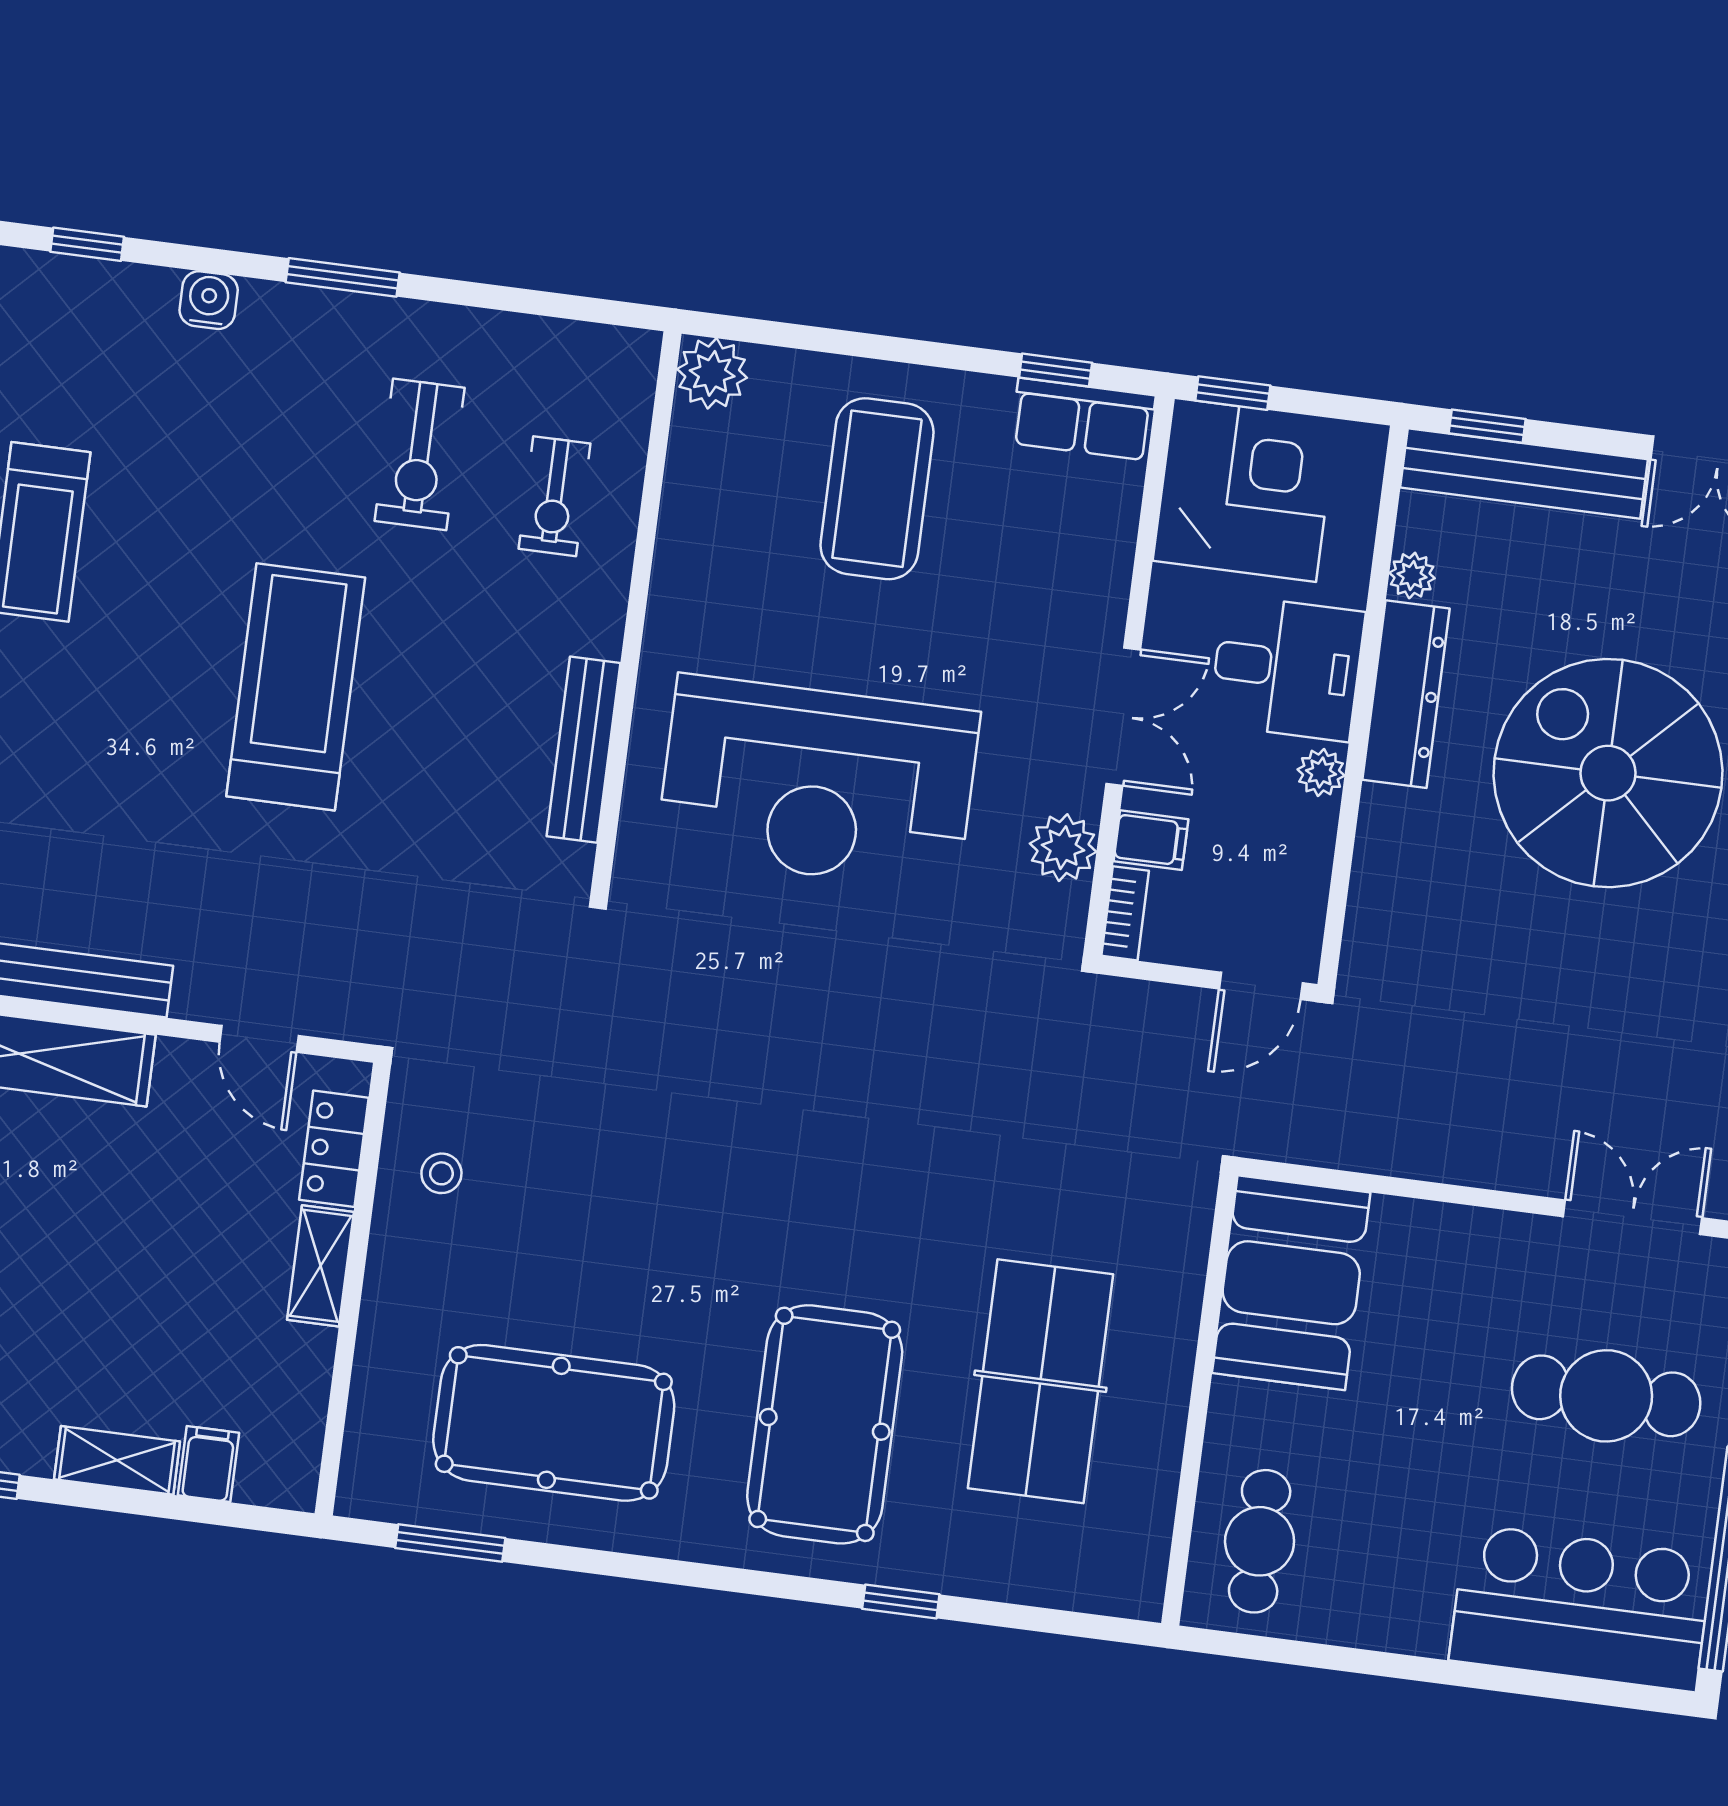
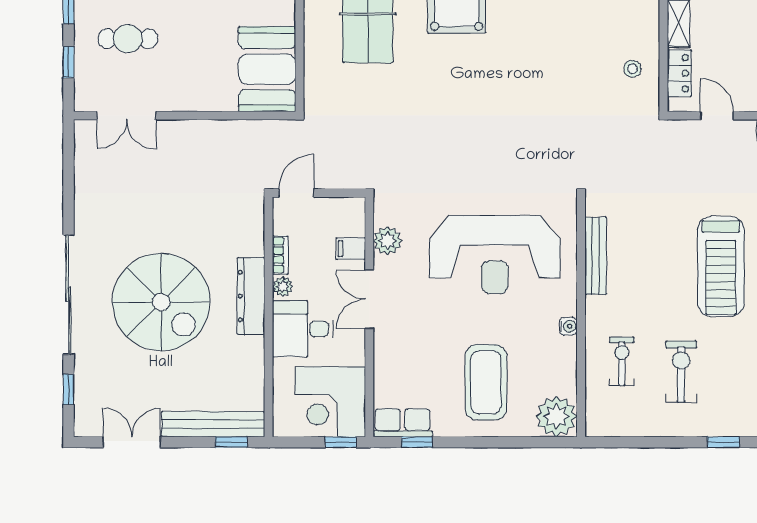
window: (343, 277) -> (723, 442), width x0.67
plant: (712, 373) -> (556, 416), width x1.36, depth x1.36
plant: (1412, 575) -> (255, 375), removed
water cooler: (669, 594) -> (568, 326), added
dresser: (1406, 694) -> (251, 296), moved
reception desk: (818, 783) -> (495, 254), turned 180
bookcase: (1125, 913) -> (280, 255), moved, turned 180
cafe table: (1606, 1396) -> (128, 39), width x0.73, depth x0.74

